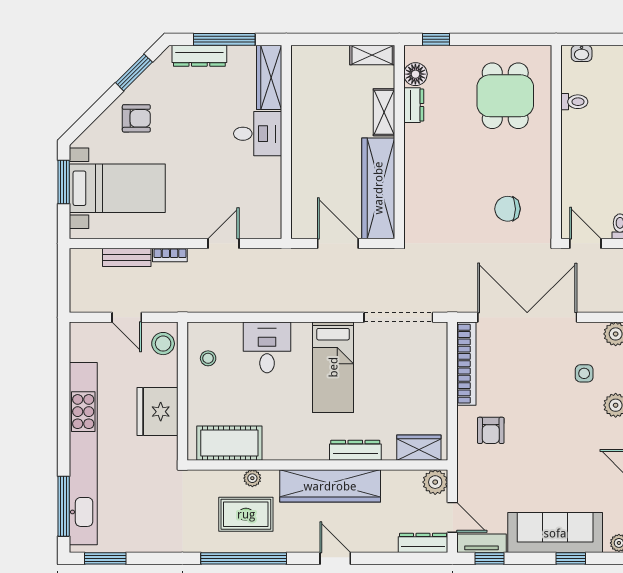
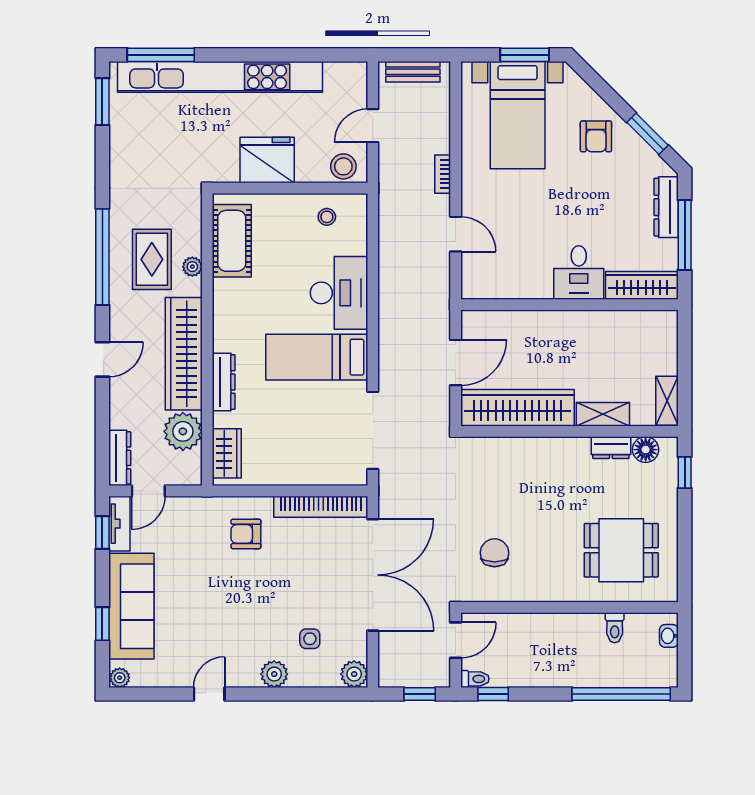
bench: (127, 257) -> (413, 72), moved, turned 90
desk: (267, 347) -> (339, 293), width x1.37
plant: (435, 482) -> (183, 431), moved, width x1.36, depth x1.36

